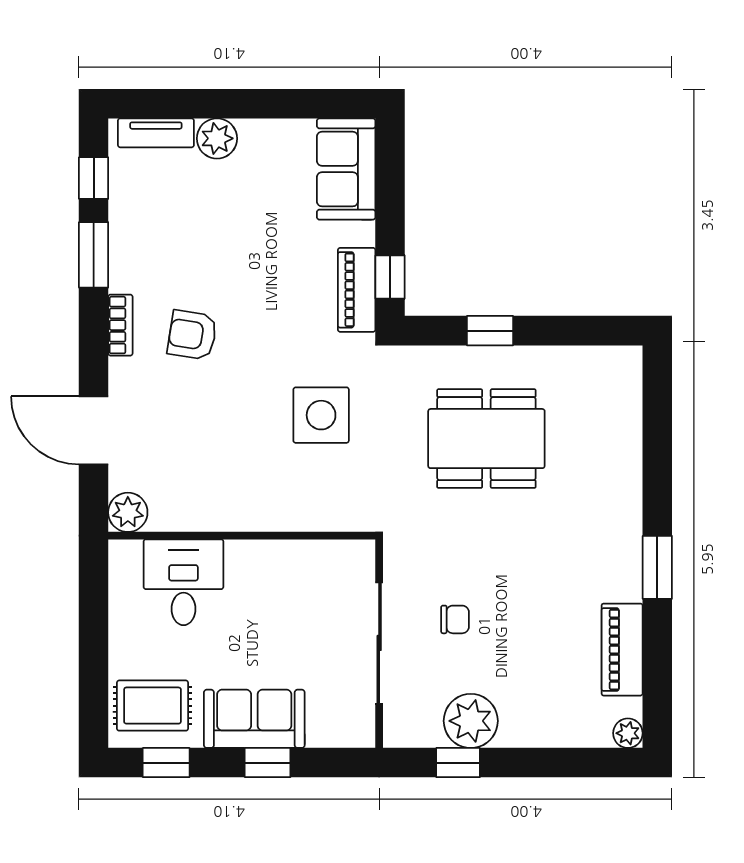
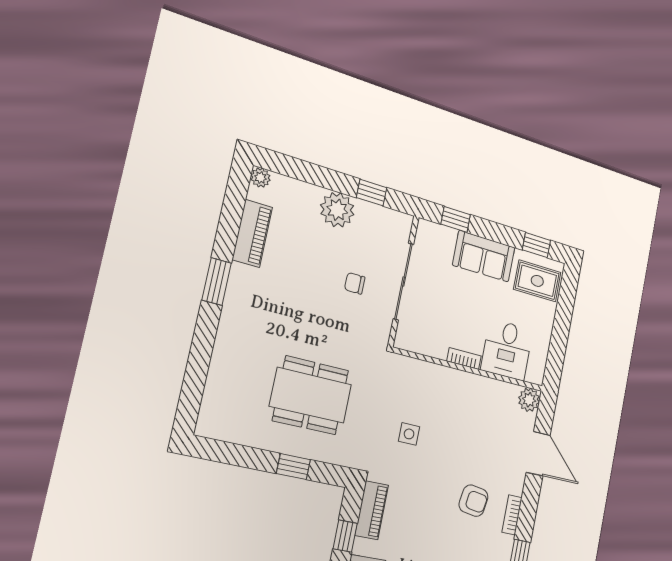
window: (390, 277) -> (345, 536), moved
side table: (321, 415) -> (409, 434), width x0.54, depth x0.54
bookcase: (254, 551) -> (464, 359), added
plant: (471, 721) -> (337, 210), moved
window: (268, 763) -> (456, 219), moved

